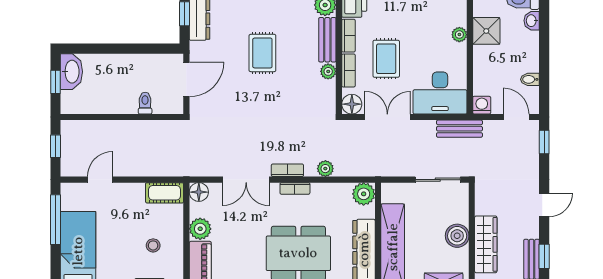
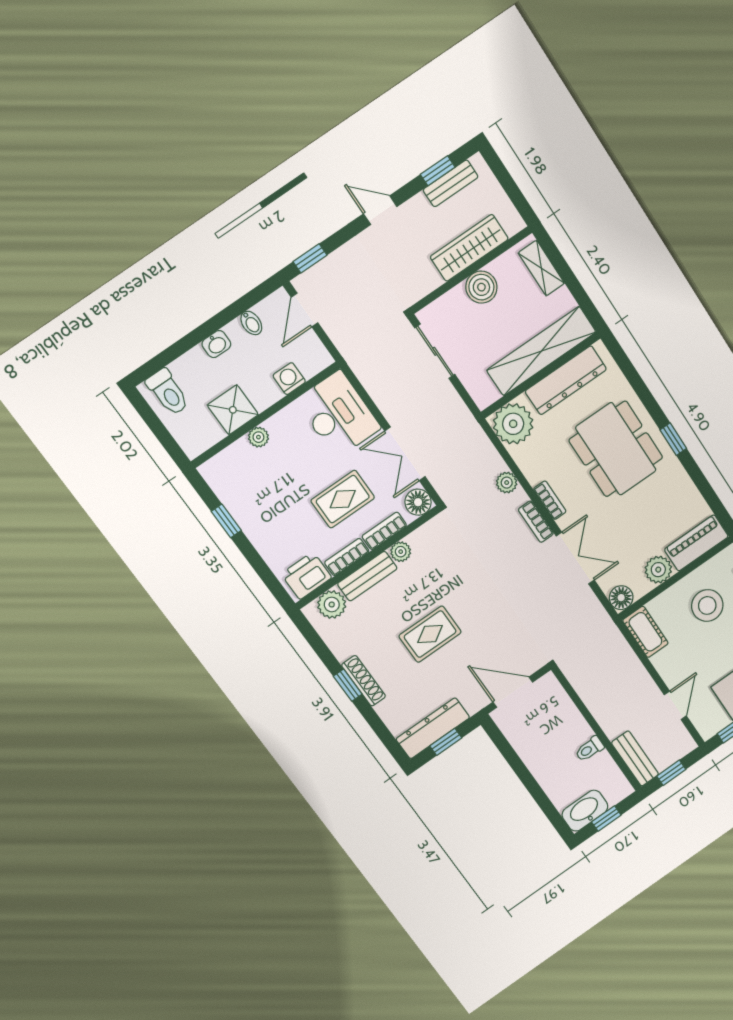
washbasin: (532, 21) -> (216, 344), moved
toilet: (145, 103) -> (590, 749), moved
washing machine: (482, 105) -> (289, 379), moved, turned 90
bench: (459, 129) -> (635, 758), moved
door: (100, 180) -> (675, 705), swing flipped
plant: (364, 194) -> (513, 424), width x1.36, depth x1.36
stool: (153, 245) -> (707, 605), width x1.89, depth x1.89

